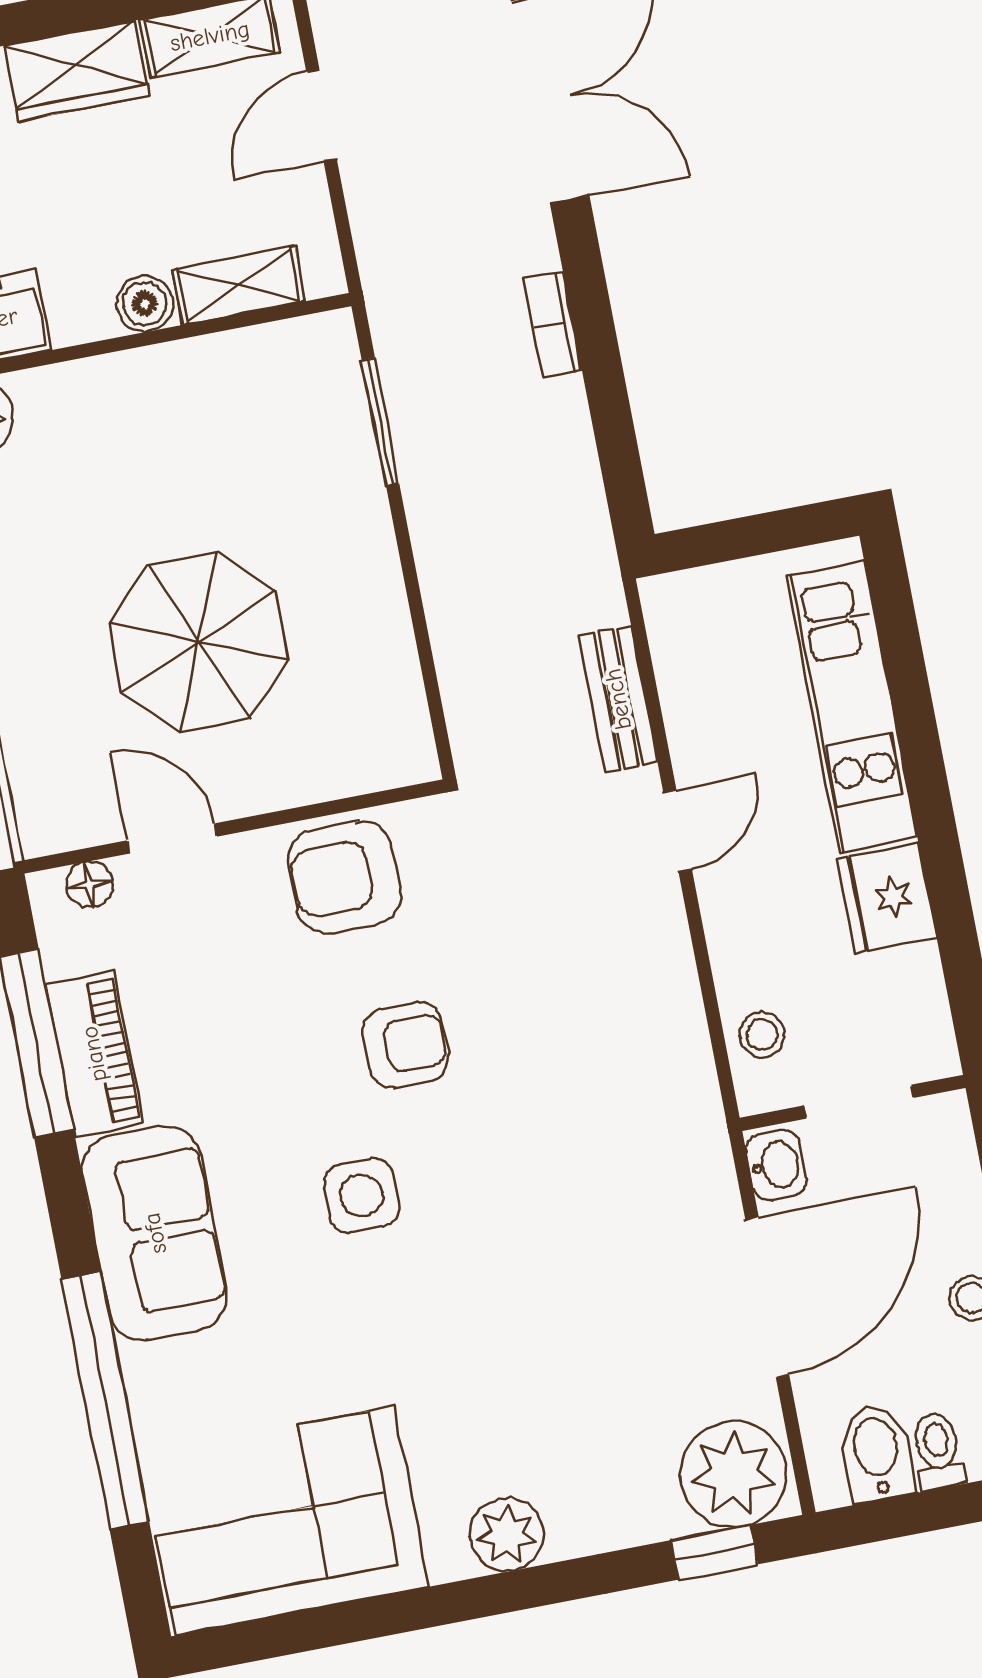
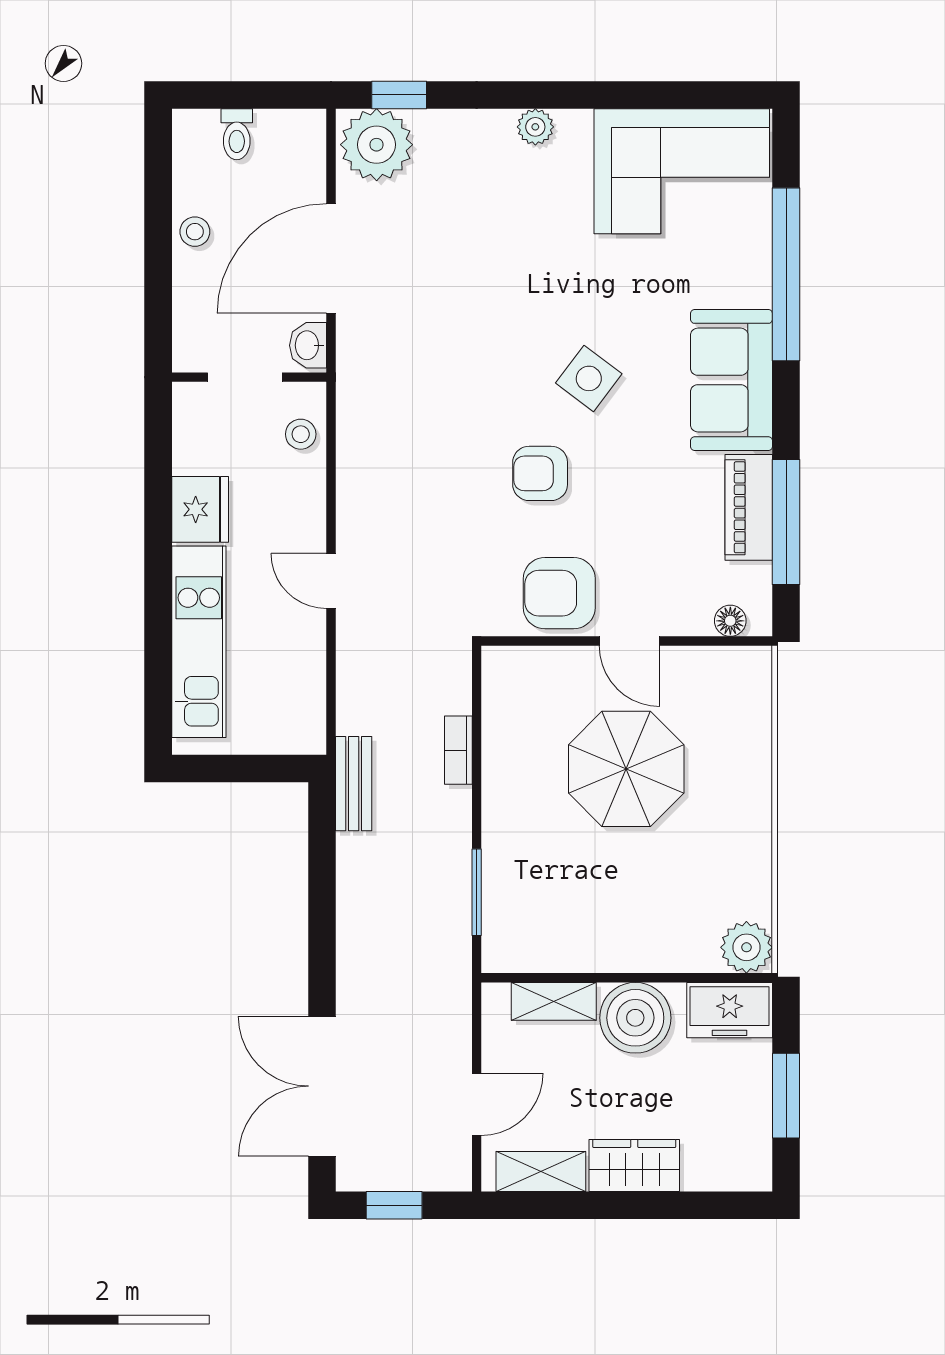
boiler: (145, 304) -> (635, 1018), width x1.86, depth x1.86
bookcase: (553, 325) -> (458, 750), moved, turned 180
bench: (618, 699) -> (354, 784), moved
door: (678, 831) -> (331, 581), hinge flipped
door: (172, 838) -> (629, 641), moved
armchair: (344, 877) -> (559, 593), turned 180
side table: (361, 1195) -> (589, 378), turned 37
bidet: (877, 1453) -> (278, 140), removed
plant: (507, 1534) -> (535, 127), width x0.73, depth x0.73

